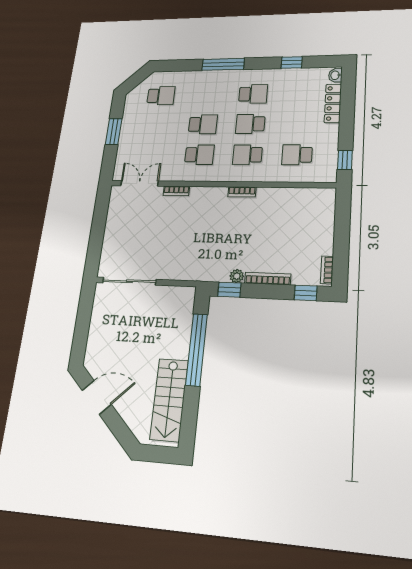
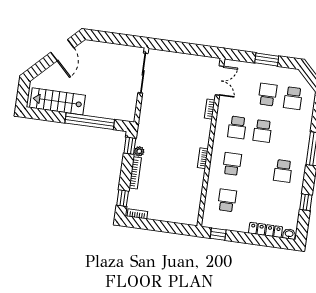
school desk: (250, 124) -> (268, 95), moved

